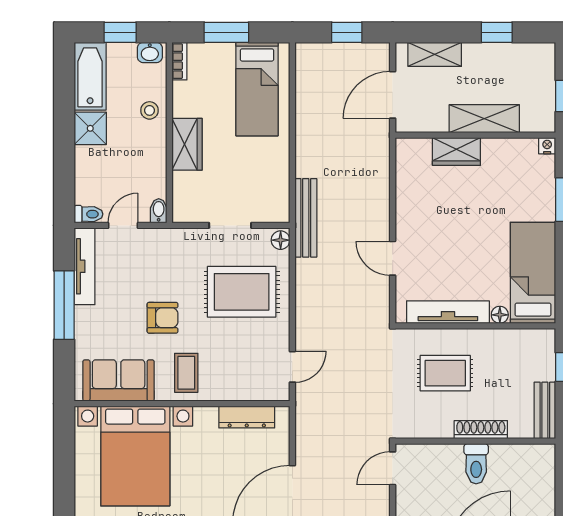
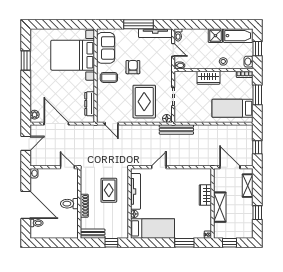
armchair: (163, 318) -> (133, 67), turned 180

